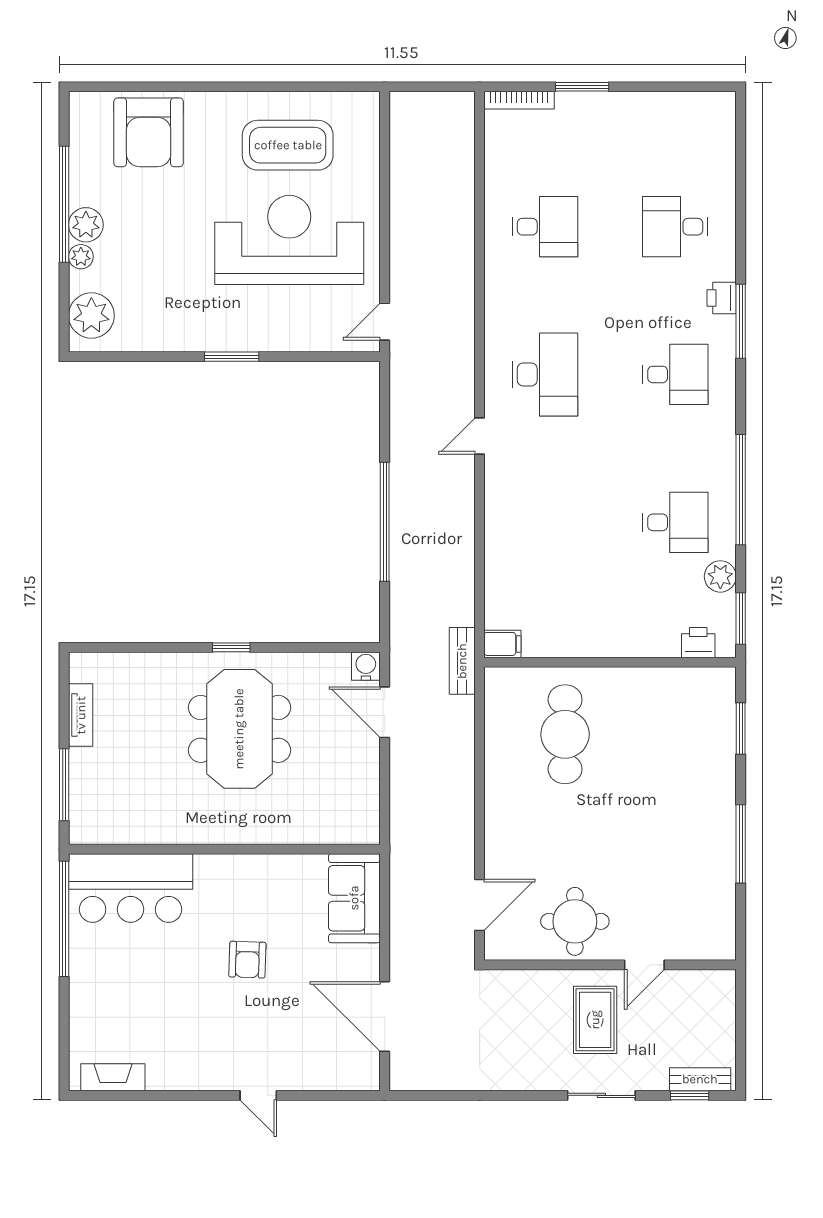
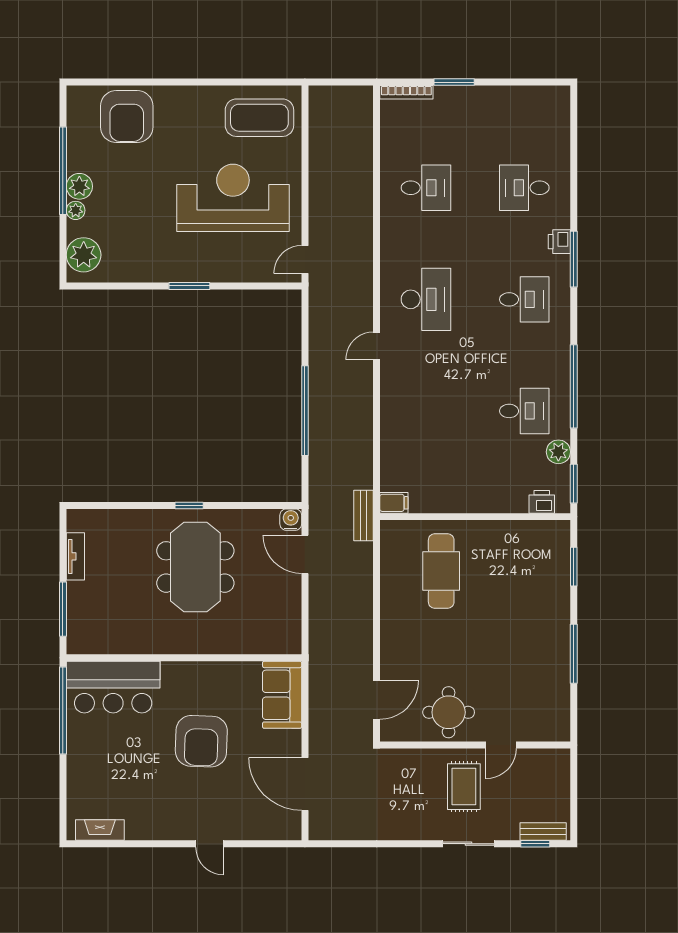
coffee table: (288, 145) -> (259, 118), moved
armchair: (247, 960) -> (201, 741), width x1.88, depth x1.88

